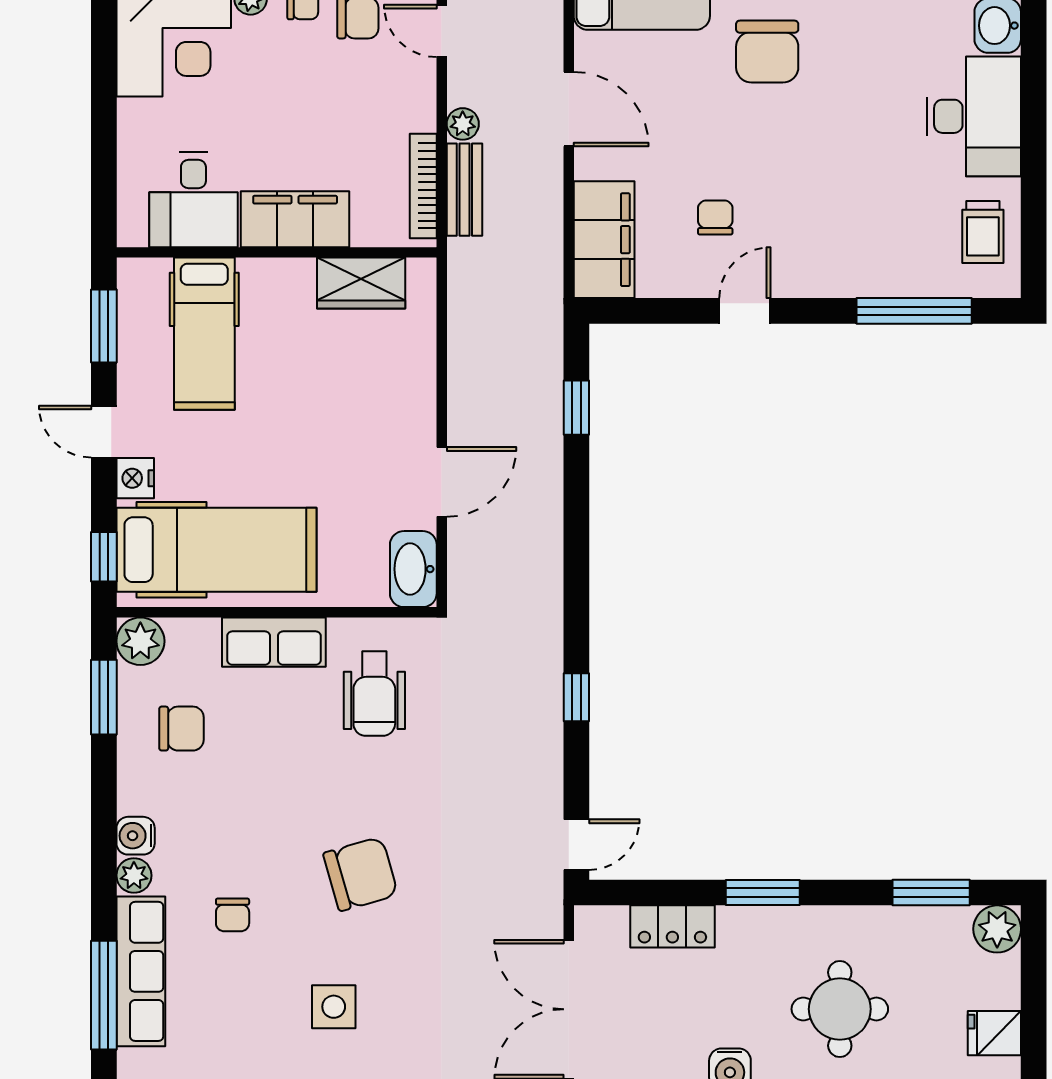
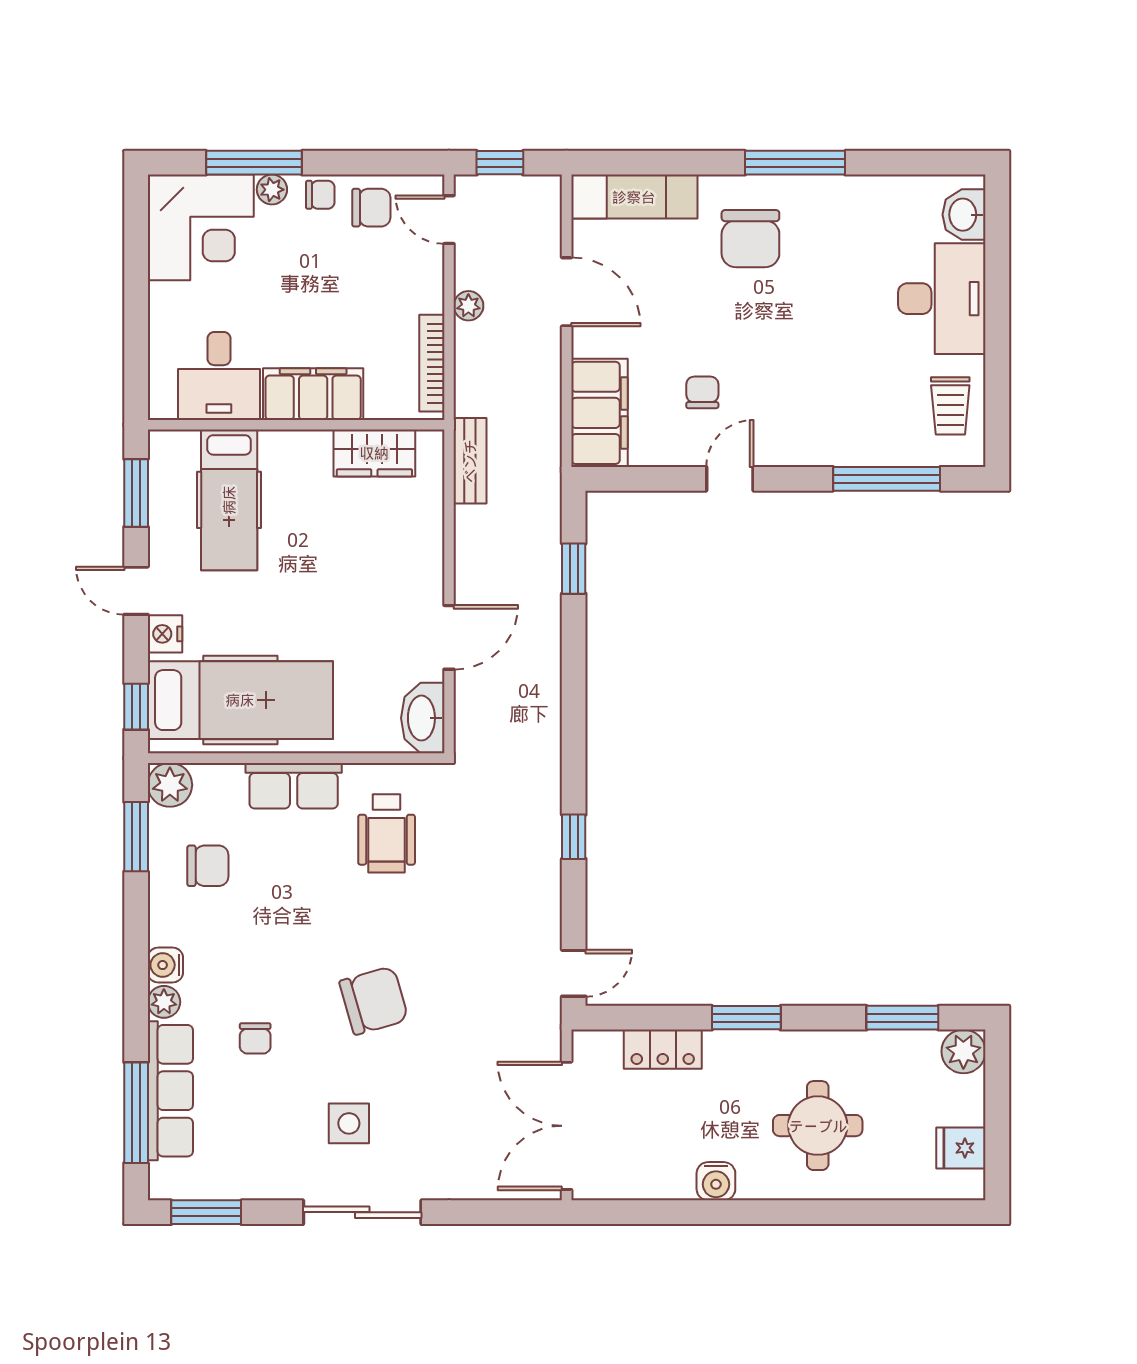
bench: (464, 190) -> (470, 461), moved

